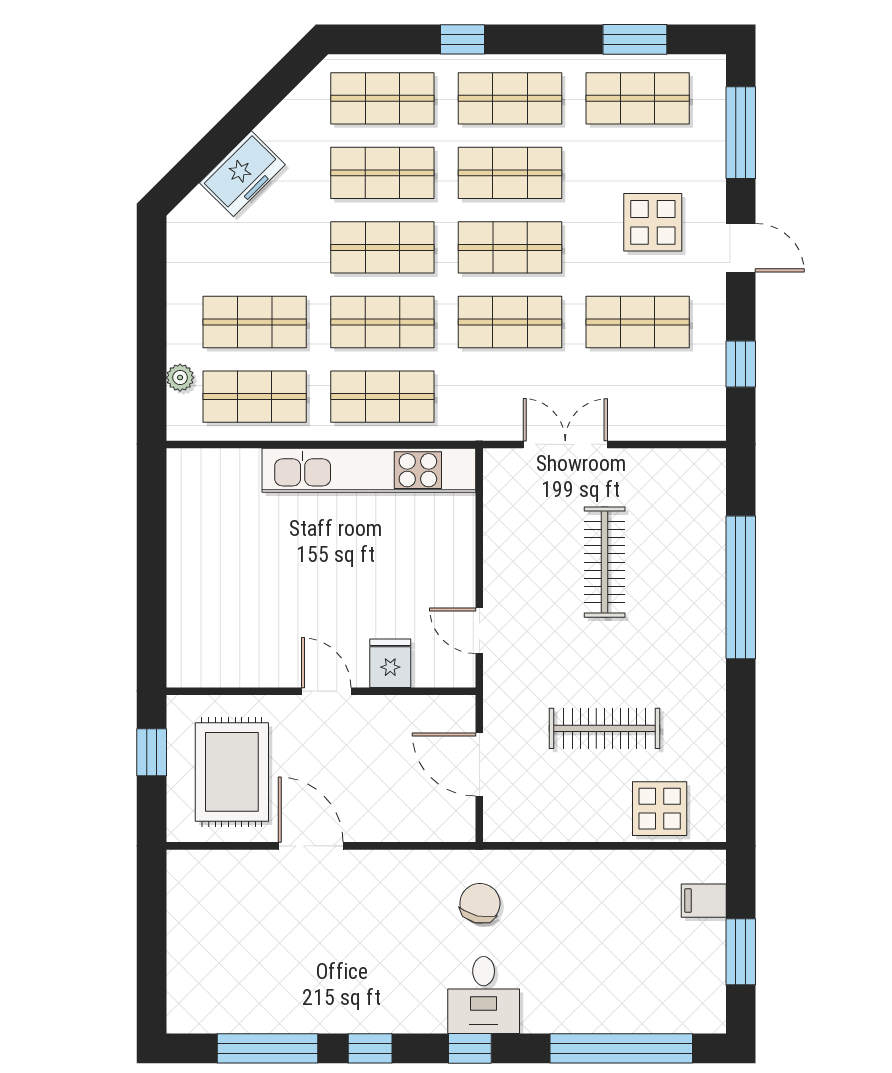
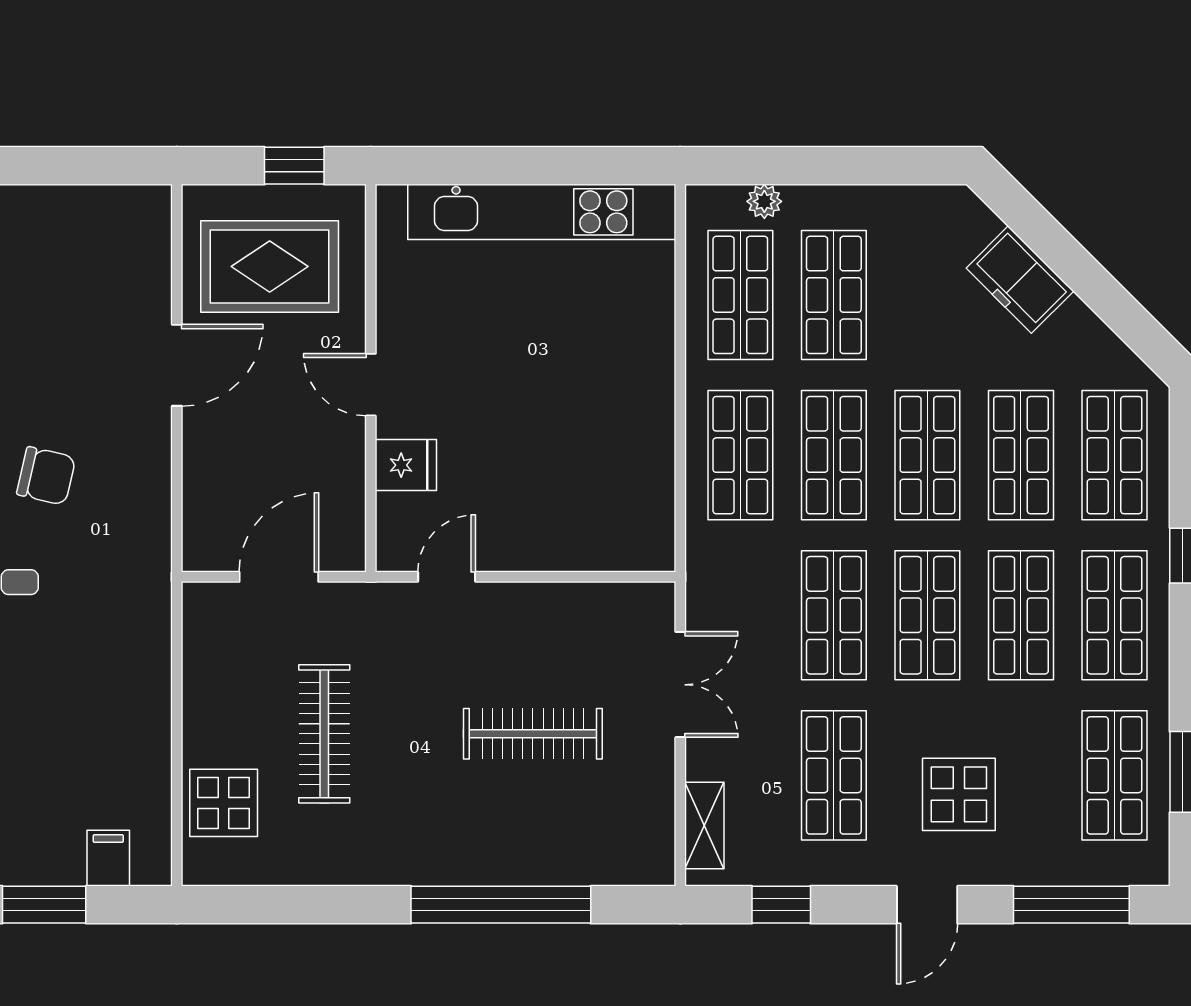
shelving: (678, 425) -> (704, 825), added
kitchen unit: (369, 470) -> (542, 212), moved, turned -90
door: (326, 691) -> (371, 385), swing flipped
chair: (480, 903) -> (46, 476), moved

